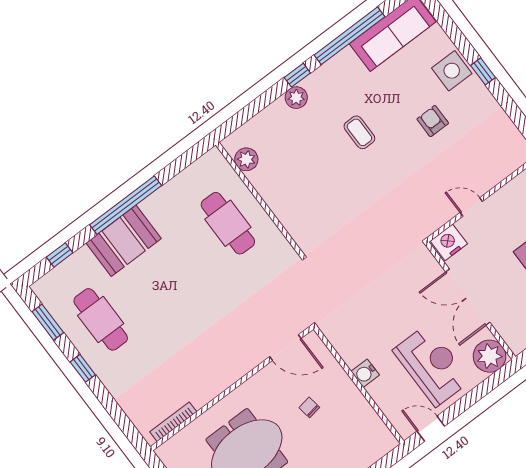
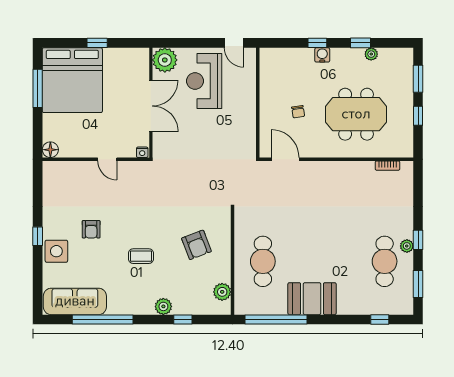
window: (297, 75) -> (183, 320), moved
coffee table: (359, 132) -> (141, 256), turned 90
armchair: (310, 188) -> (196, 245), added
window: (126, 205) -> (276, 320), moved
booth: (124, 241) -> (312, 299), moved
nightstand: (449, 242) -> (142, 152), width x0.53, depth x0.56
plant: (90, 353) -> (407, 246), added
water cooler: (365, 373) -> (248, 107), removed
bookcase: (173, 422) -> (388, 166), width x0.64

